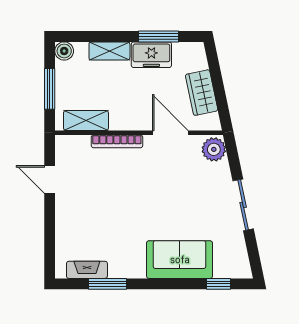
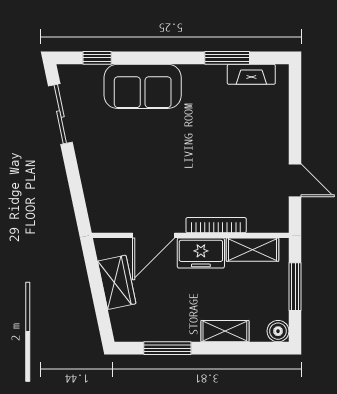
freezer: (151, 55) -> (201, 253), moved, turned 180
door: (170, 133) -> (154, 235), hinge flipped
plant: (214, 149) -> (102, 216), removed
sliding door: (243, 205) -> (60, 114), moved

